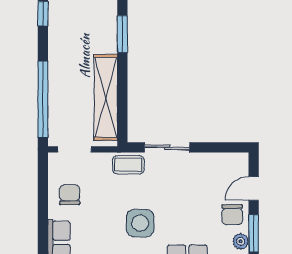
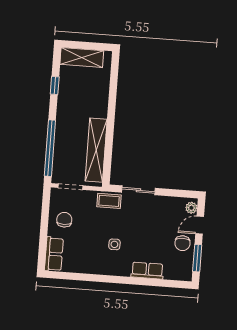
window: (122, 34) -> (112, 105), removed
side table: (140, 223) -> (114, 244), width x0.54, depth x0.54
plant: (241, 241) -> (191, 208), moved

